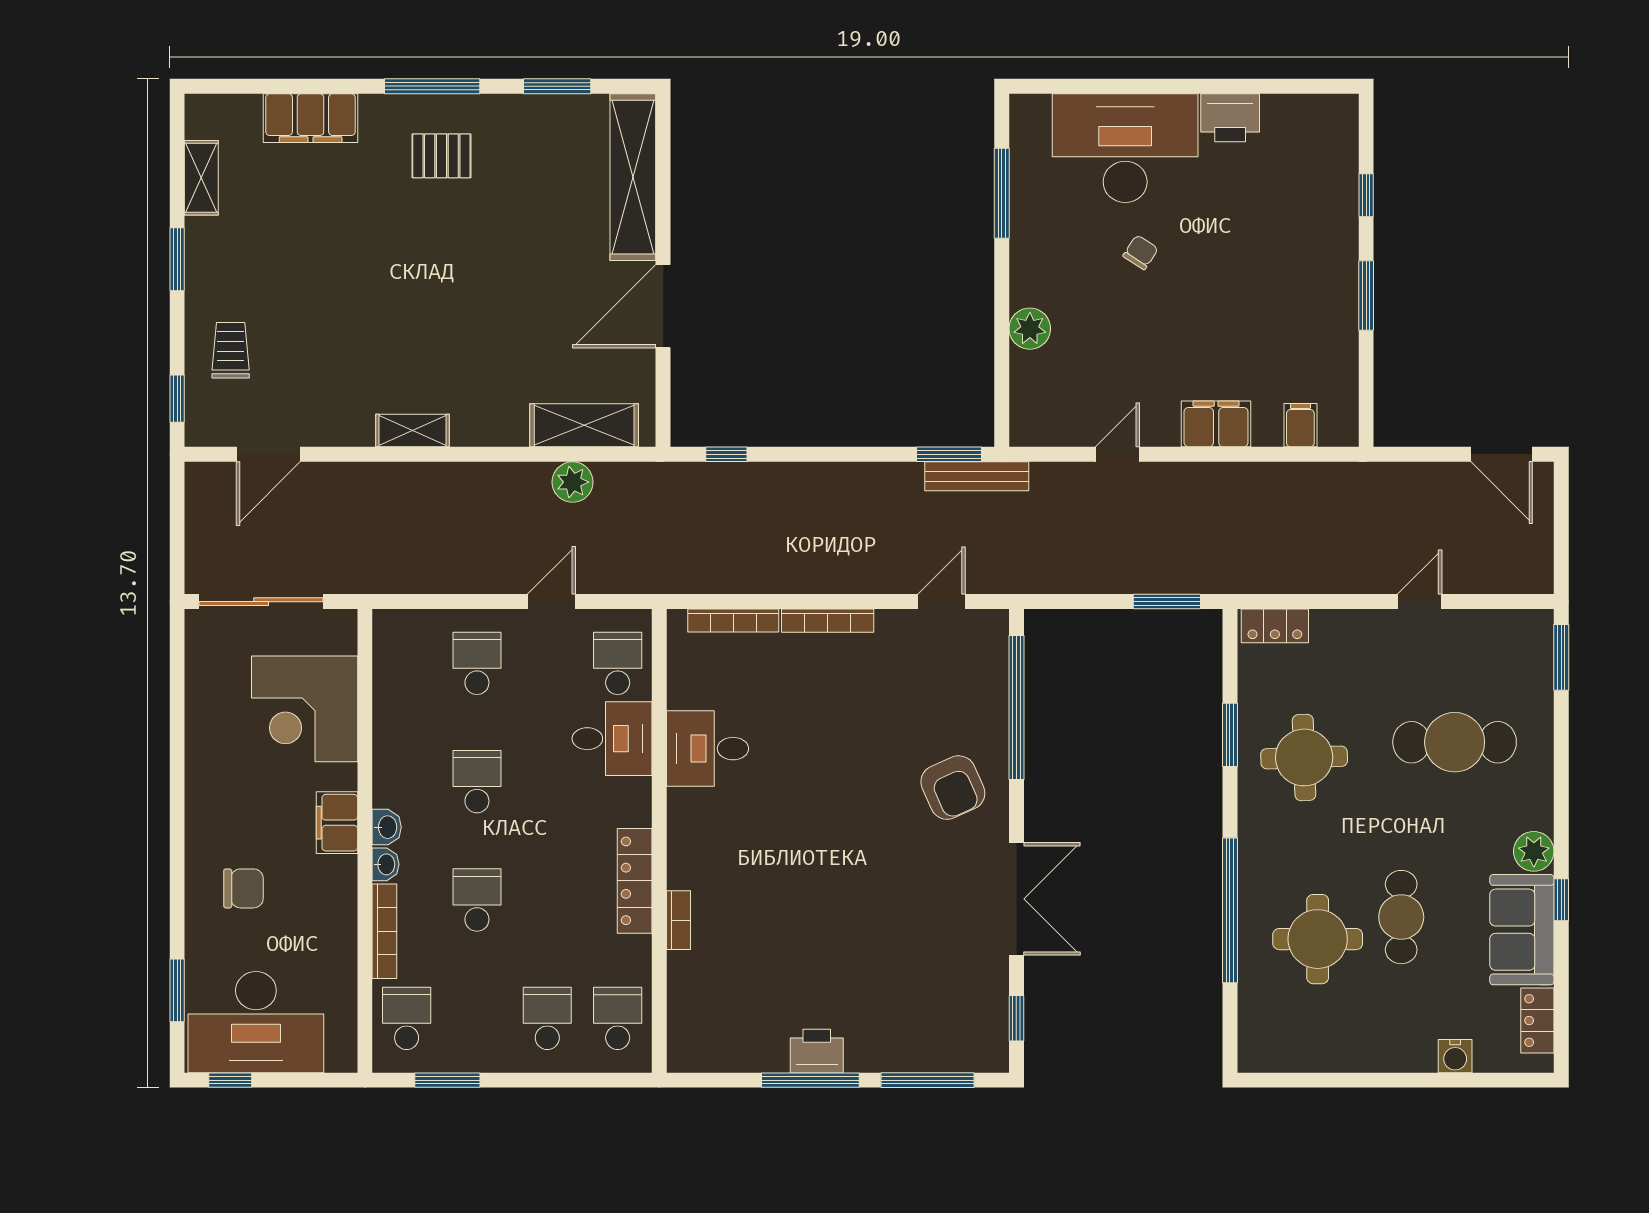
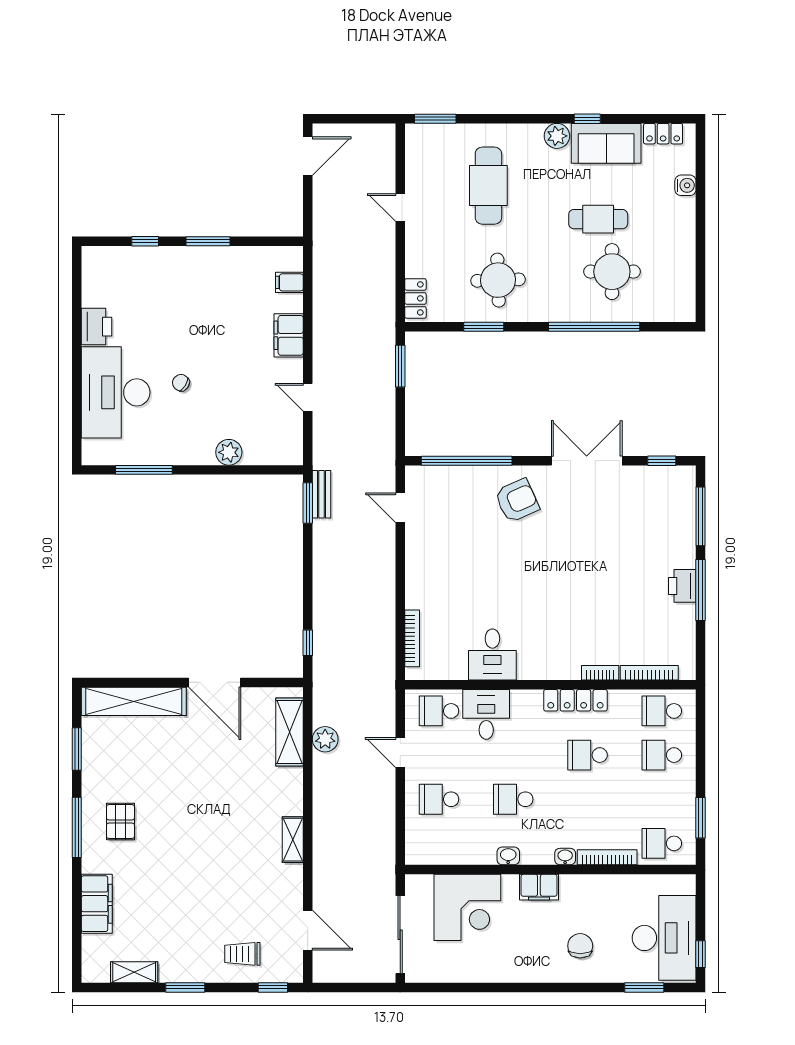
bench: (977, 476) -> (321, 494), width x0.73
bookcase: (828, 621) -> (649, 673), moved, turned -90
washbasin: (387, 827) -> (508, 856), moved
school desk: (477, 900) -> (587, 755), moved

